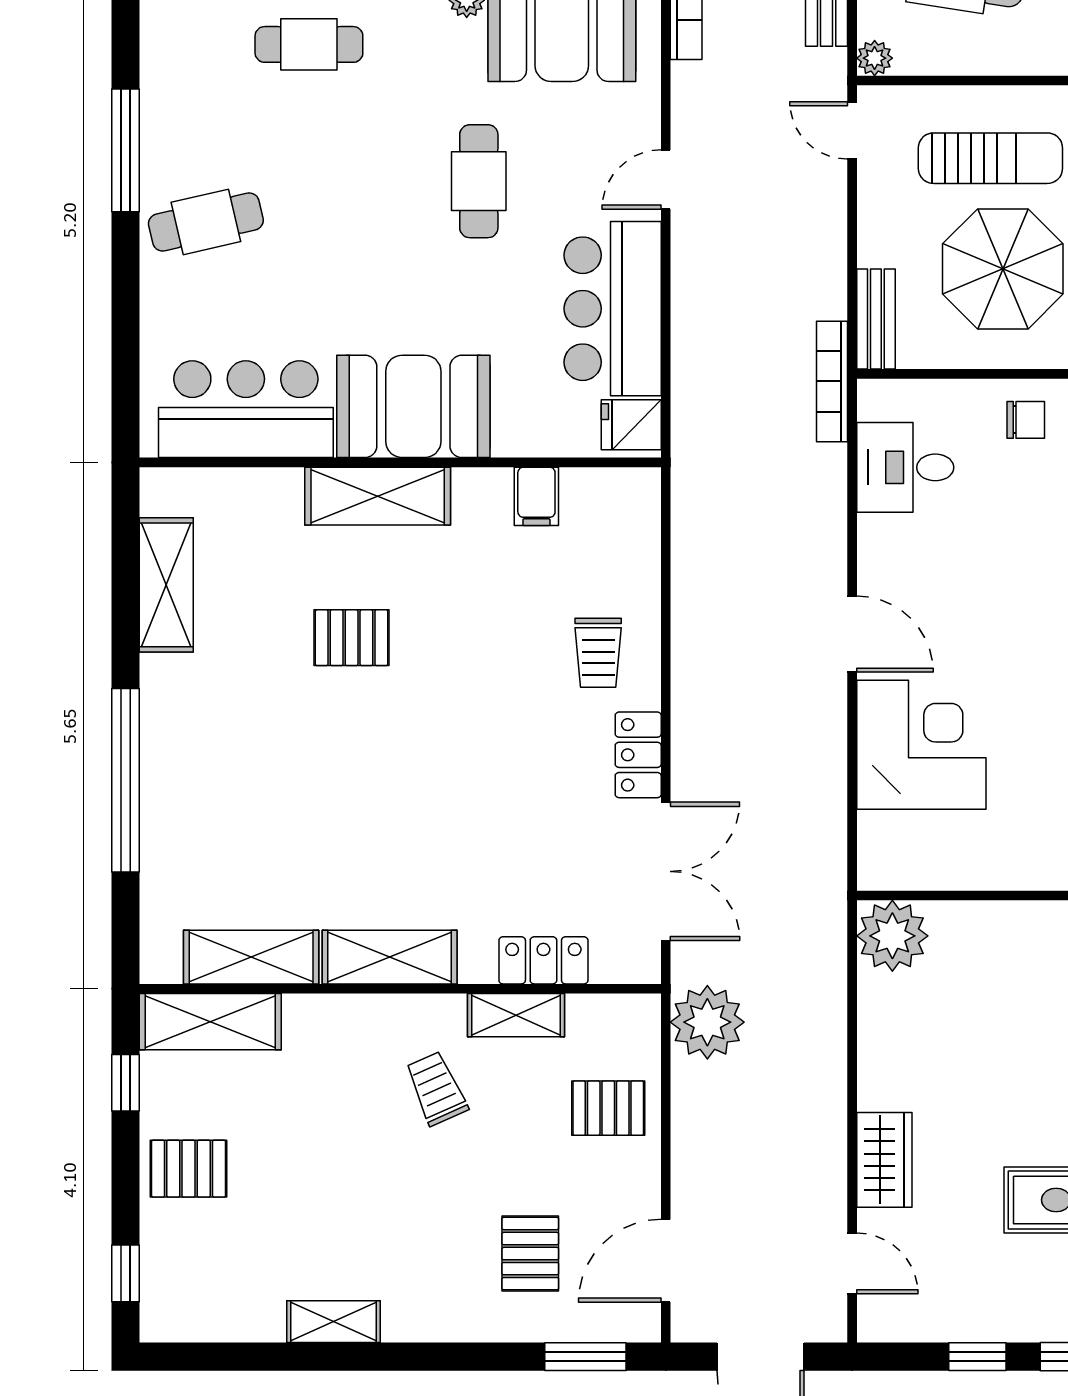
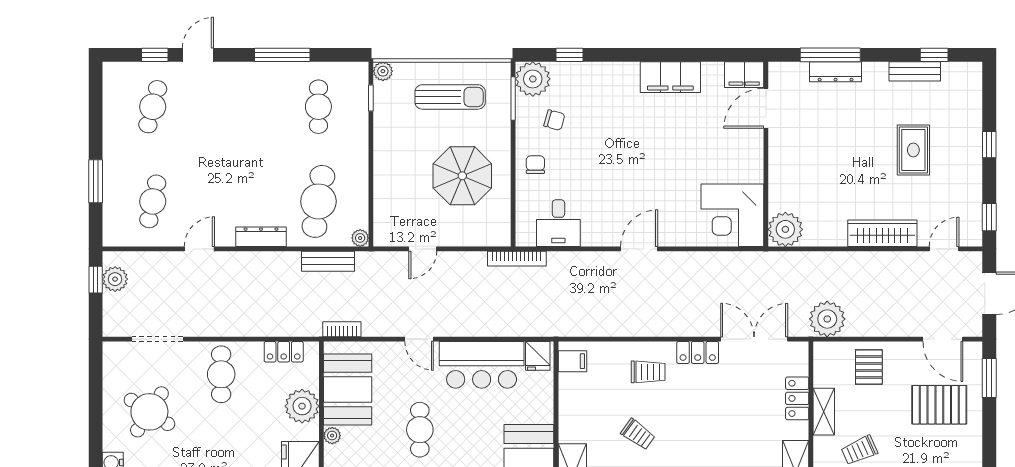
door: (852, 130) -> (423, 249), moved
sun lounger: (990, 158) -> (409, 182), removed
cafe table: (479, 181) -> (420, 430), turned 90
bench: (876, 319) -> (487, 237), removed
filing cabinet: (536, 496) -> (572, 361), moved
trolley: (469, 632) -> (638, 434), added
corner desk: (921, 745) -> (732, 215), moved, turned -90
wardrobe: (884, 1160) -> (882, 233), width x1.50
pallet: (530, 1254) -> (939, 405), width x1.50, depth x1.42
window: (977, 1357) -> (989, 217), moved

